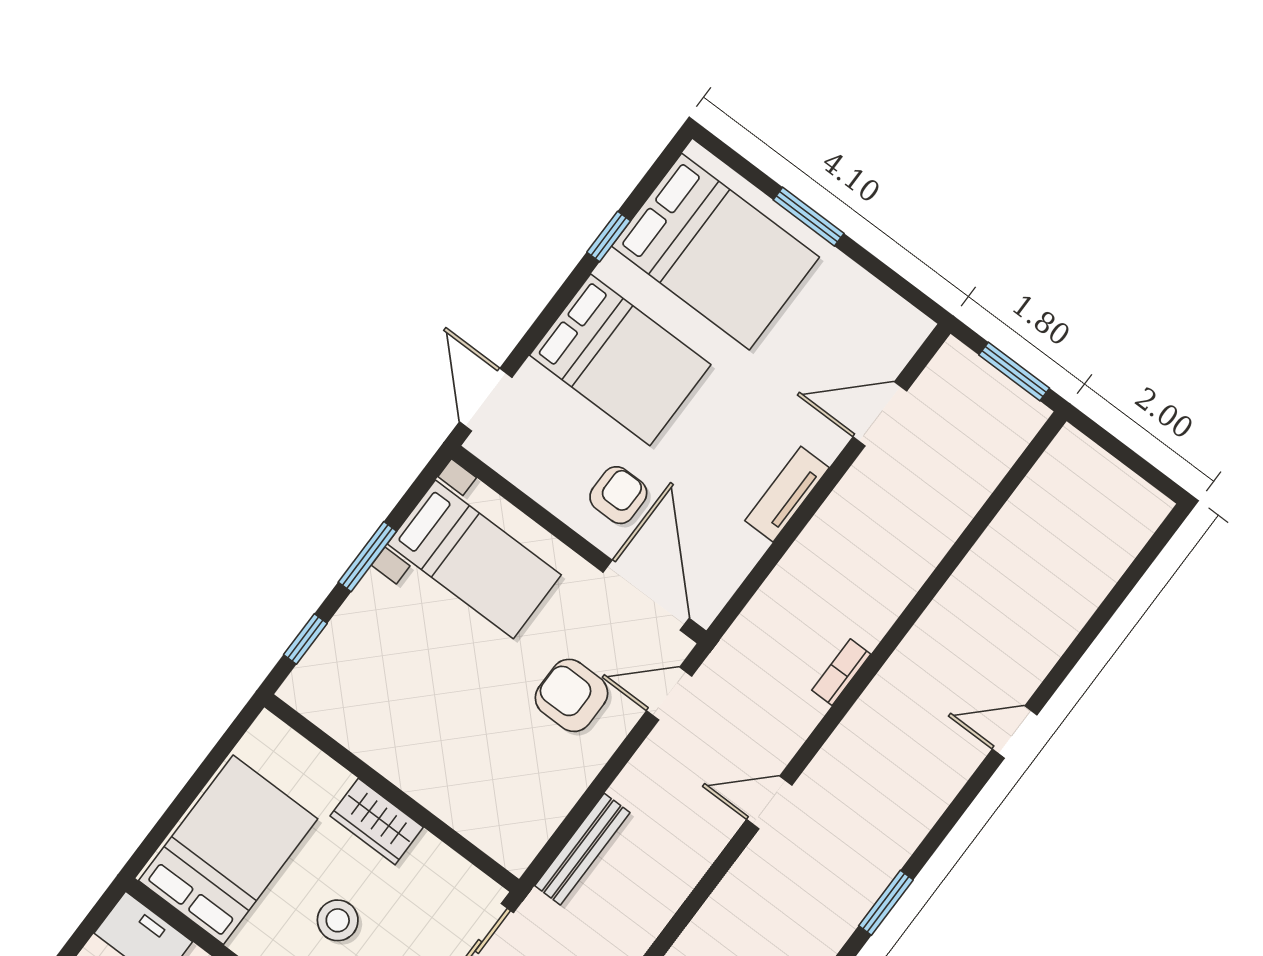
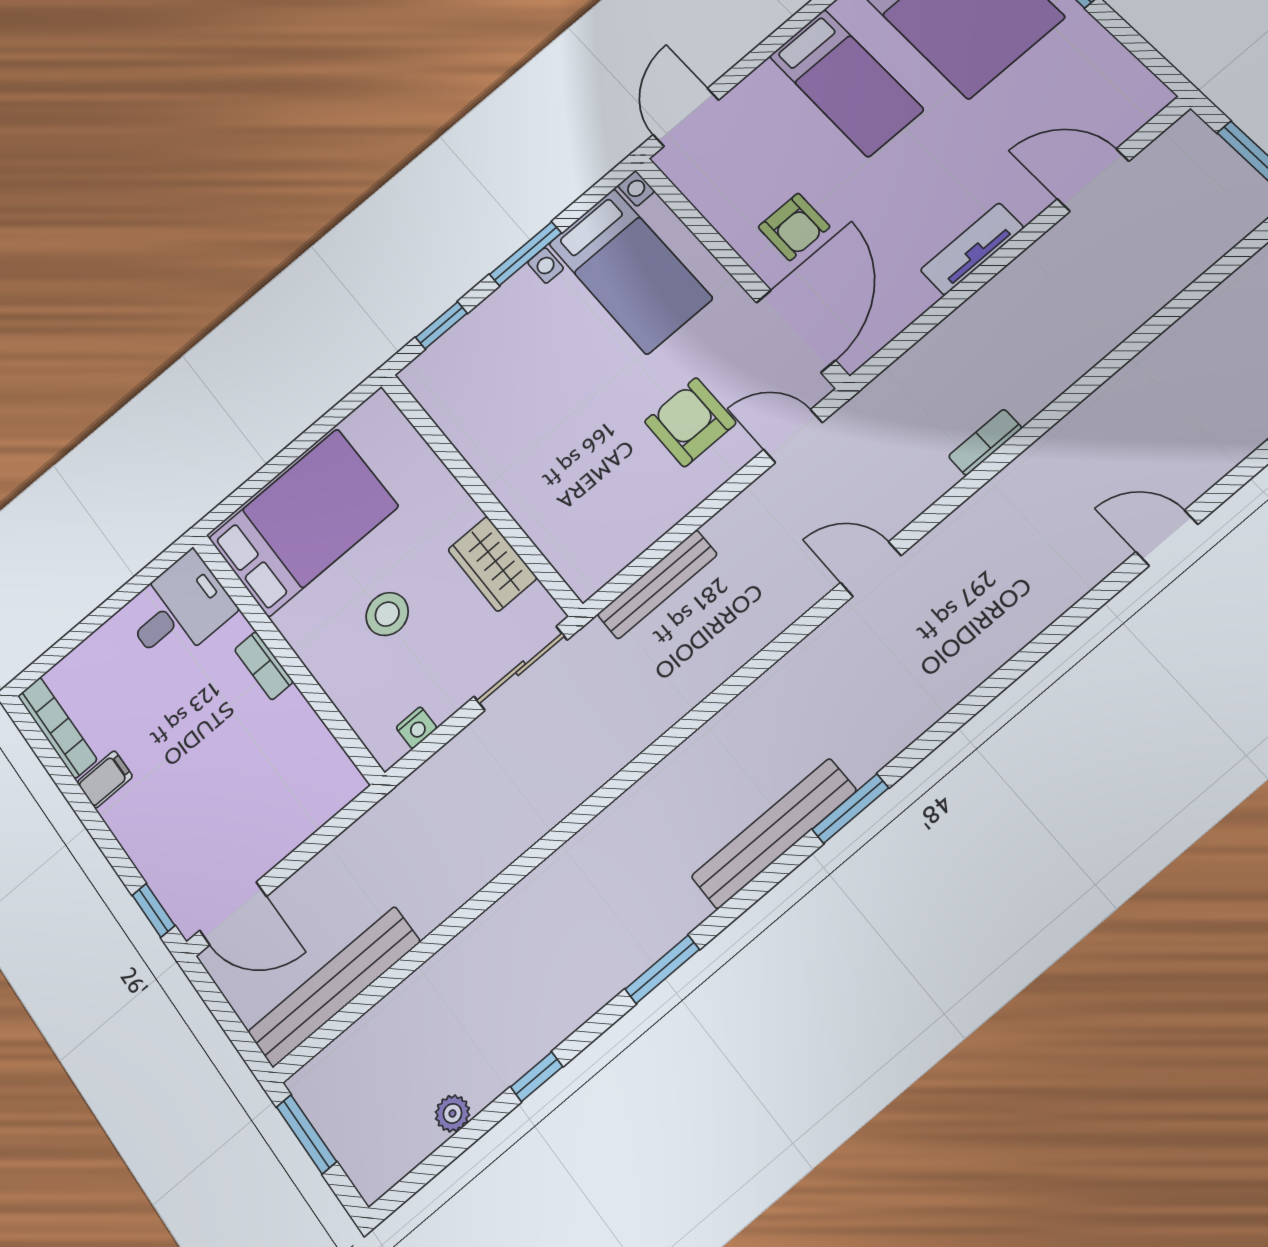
bed: (620, 360) -> (846, 83), width x0.67
armchair: (618, 495) -> (794, 227), turned 90
wardrobe: (377, 822) -> (492, 564), moved
window: (886, 903) -> (974, 703), removed

